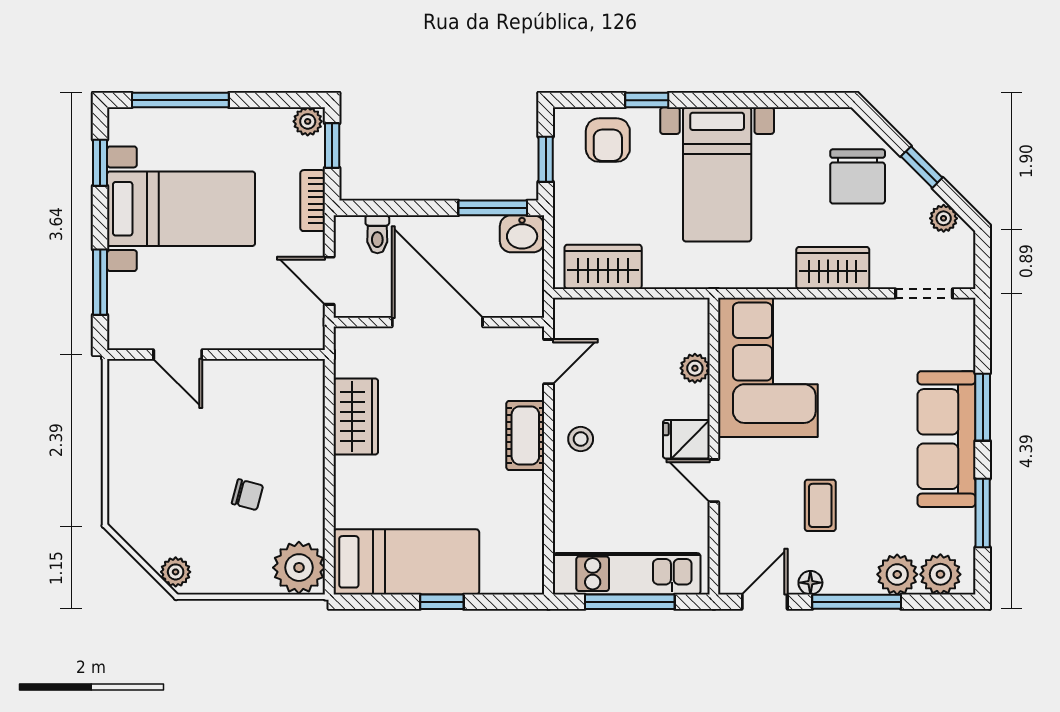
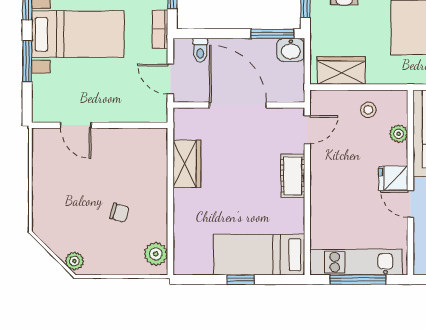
window: (100, 282) -> (27, 61), moved
stool: (581, 439) -> (368, 110), moved
bed: (406, 562) -> (259, 255), moved, turned 180
plant: (299, 568) -> (156, 254), width x0.73, depth x0.73

